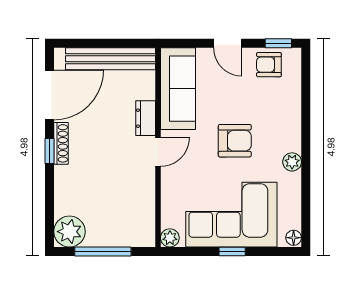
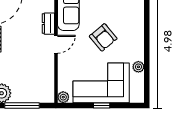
armchair: (235, 141) -> (103, 37), turned 50
plant: (292, 162) -> (138, 67), moved
floor lamp: (294, 238) -> (139, 97), removed

